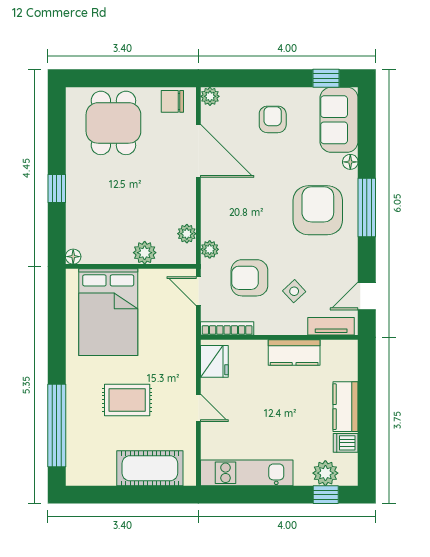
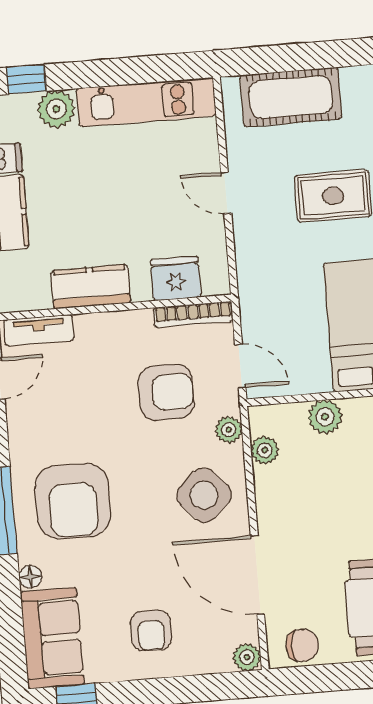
side table: (294, 291) -> (204, 495), moved, width x1.87, depth x1.87
fridge: (214, 361) -> (176, 279), moved, turned 90
plant: (325, 473) -> (56, 109), moved

